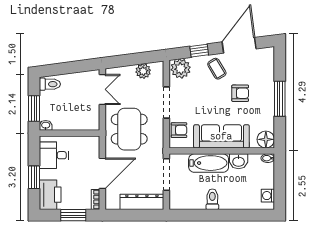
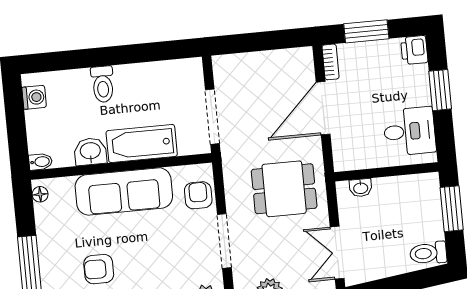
washbasin: (46, 125) -> (361, 188), moved
dining table: (129, 129) -> (284, 189), width x0.73
armchair: (179, 130) -> (198, 195), turned 90
floor lamp: (266, 139) -> (40, 194), width x0.53, depth x0.53
printer: (50, 195) -> (414, 50), width x0.53, depth x0.68
toilet: (212, 199) -> (103, 84), moved
dresser: (142, 202) -> (250, 65), removed

